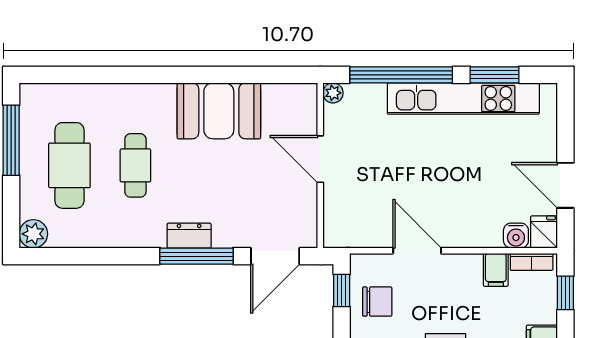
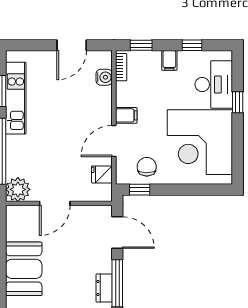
plant: (333, 93) -> (18, 189), width x1.87, depth x1.87
kitchen unit: (463, 99) -> (16, 98), width x0.73
fridge: (544, 232) -> (102, 174), moved
filing cabinet: (496, 270) -> (126, 115), moved

